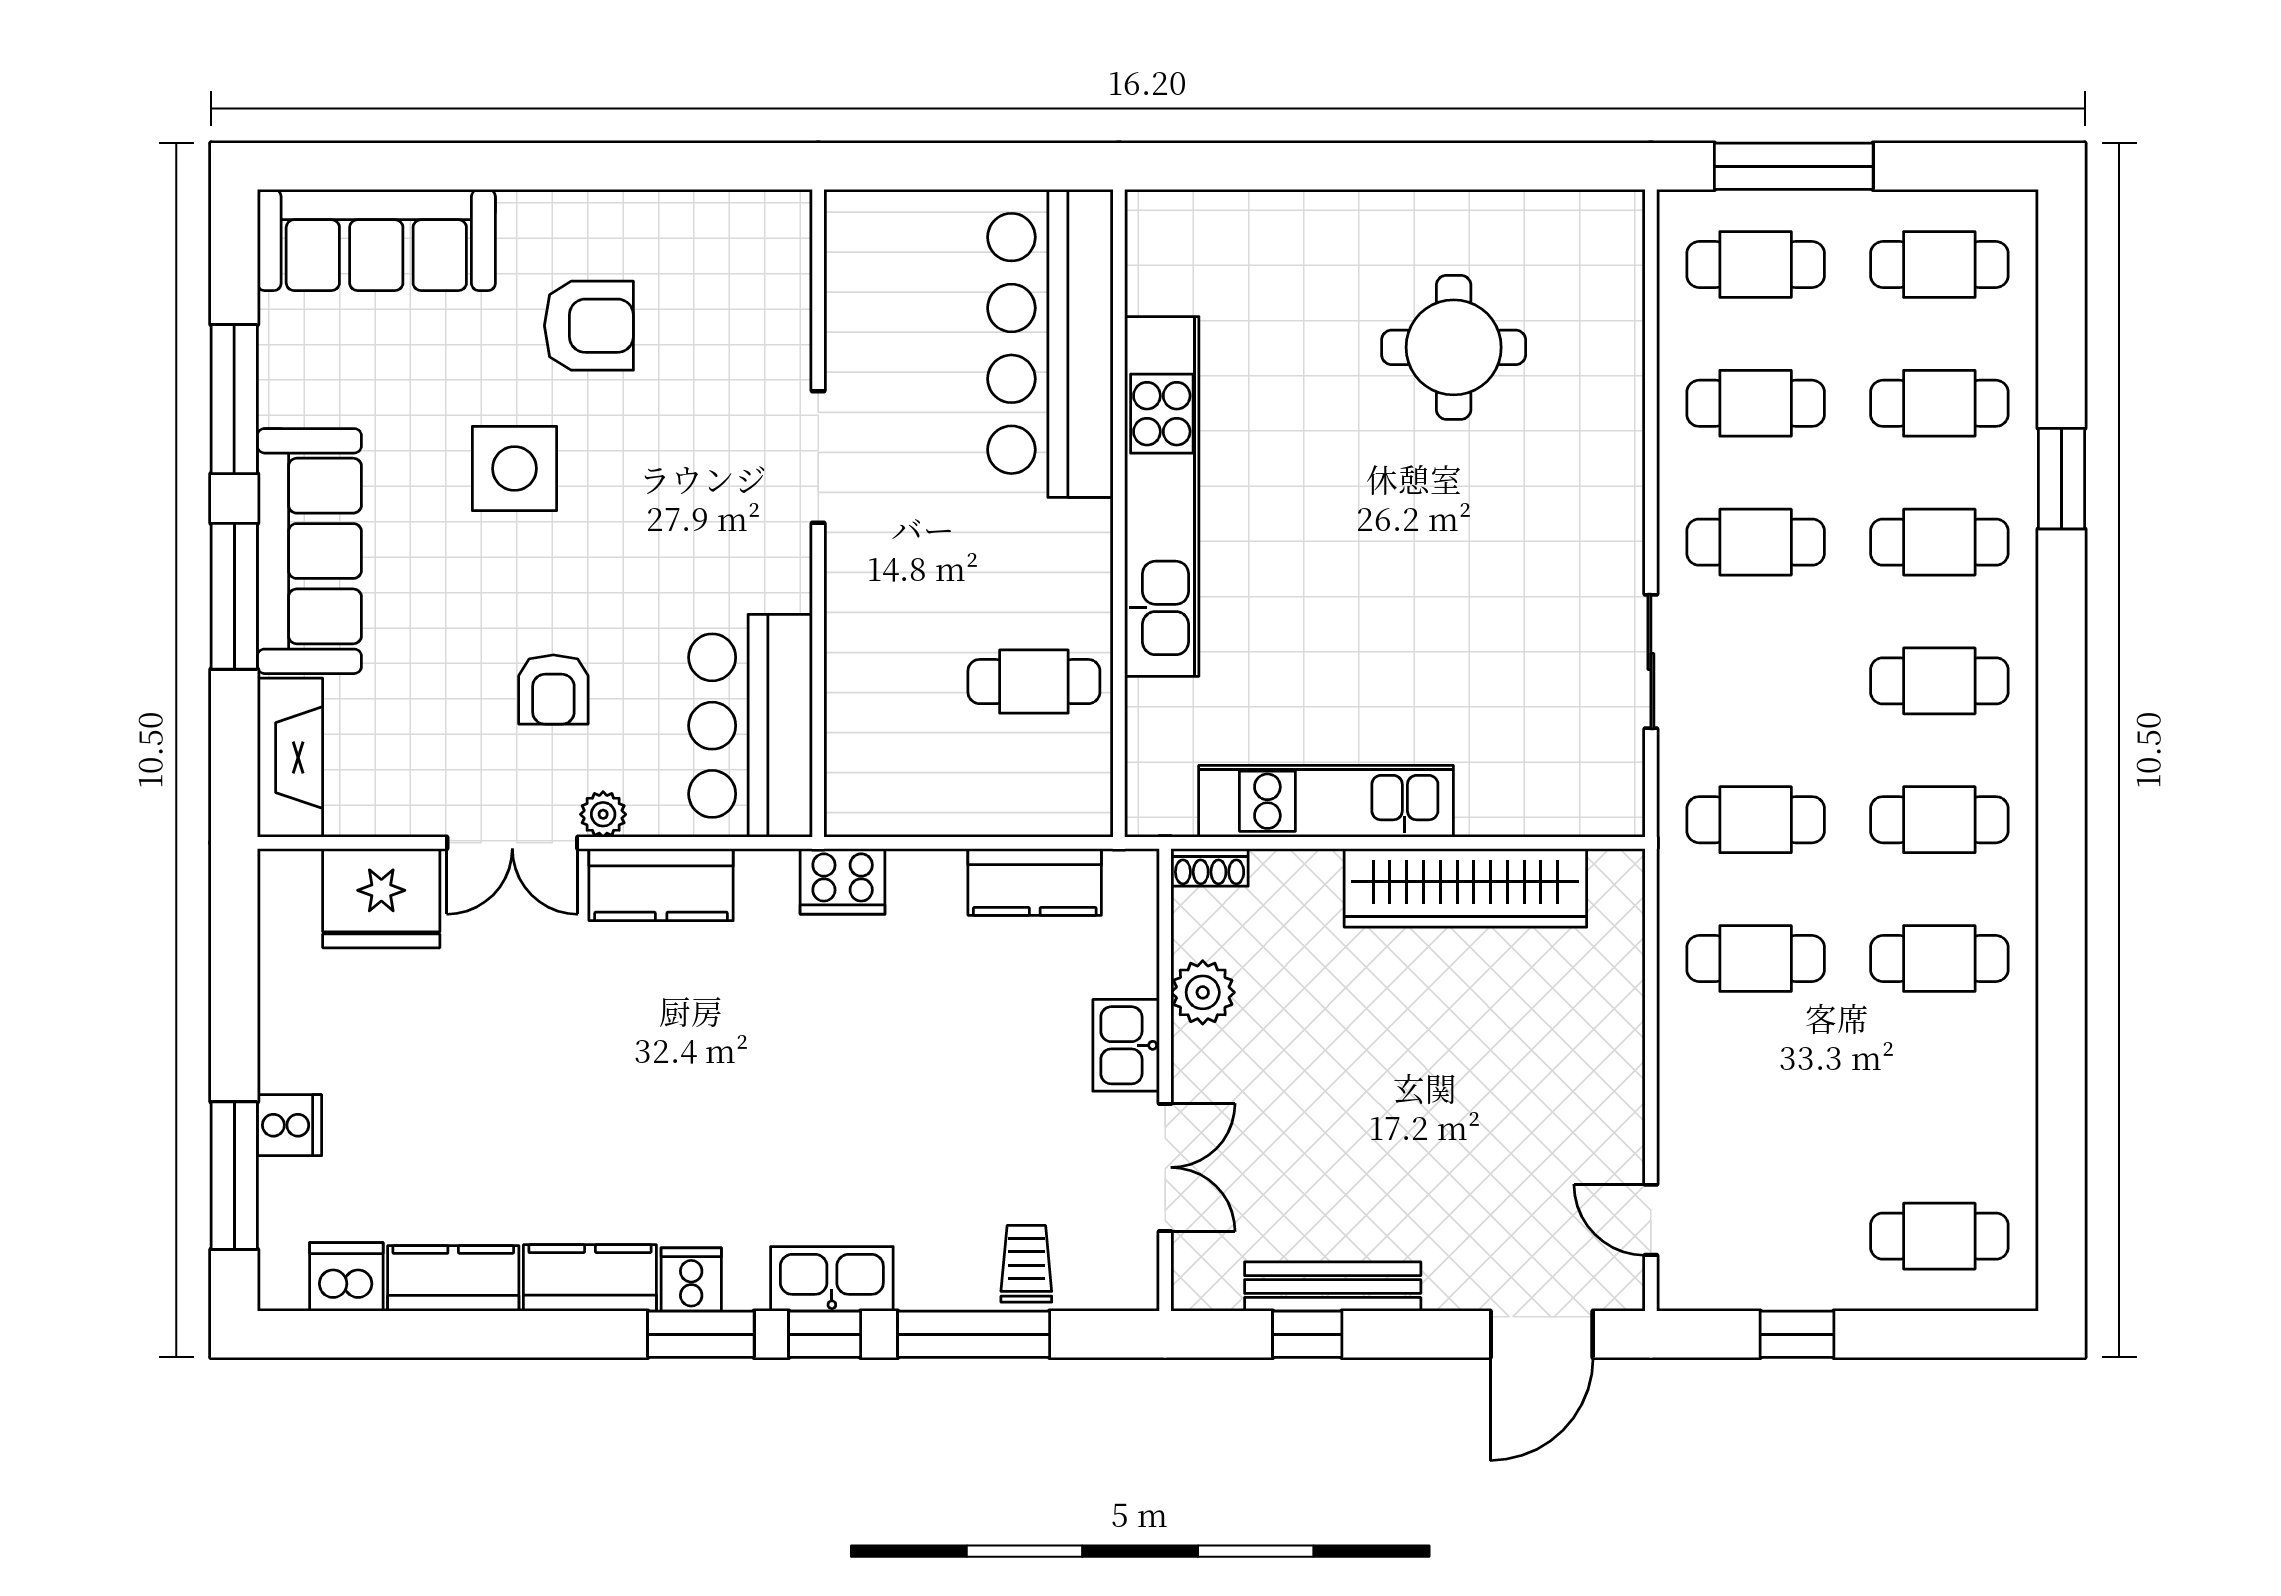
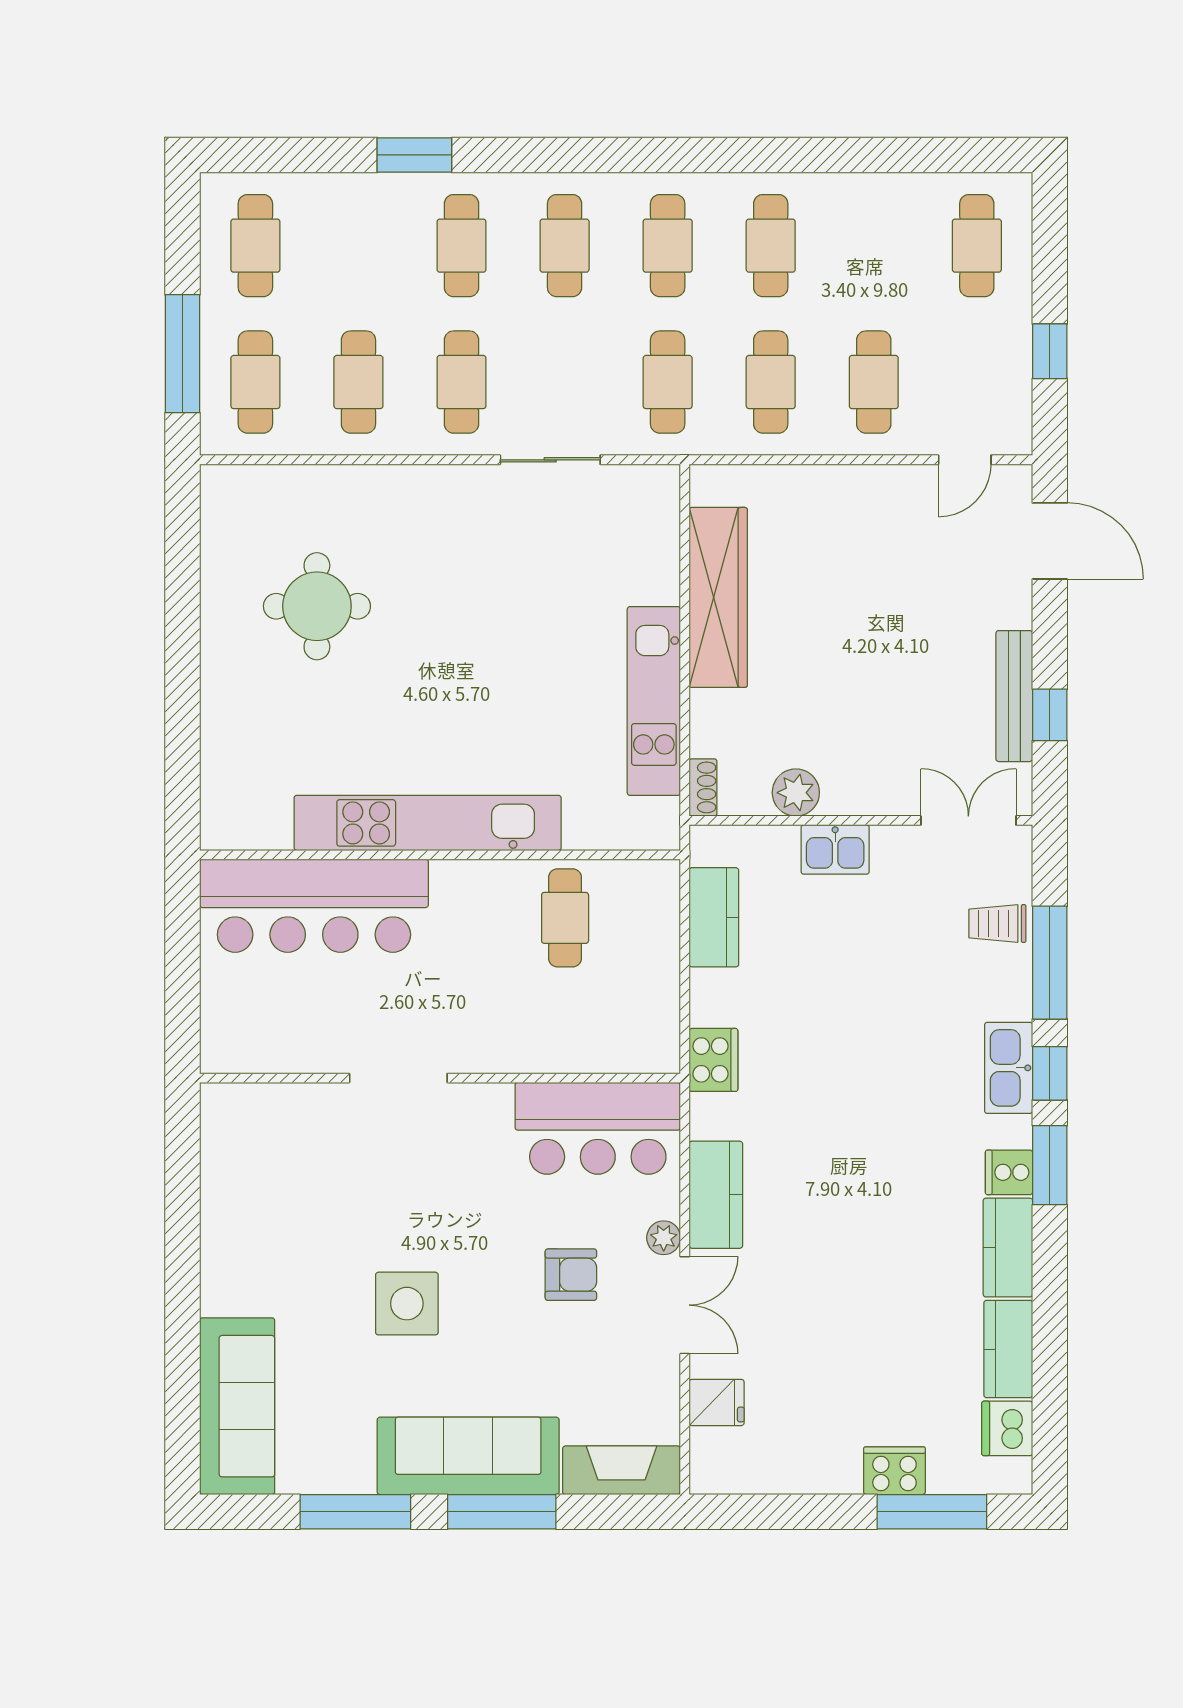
armchair: (589, 326) -> (301, 1248), removed
cafe table: (1939, 403) -> (874, 382), moved
fridge: (381, 898) -> (717, 1402), width x0.53, depth x0.75
cooker: (289, 1125) -> (894, 1471), width x1.36
double door: (1165, 1167) -> (968, 820), moved

